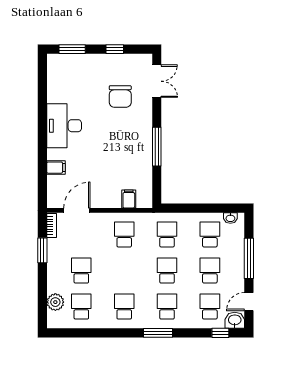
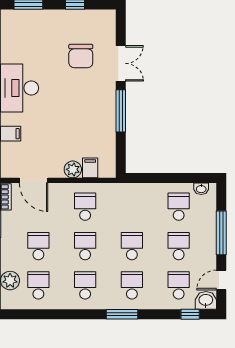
double door: (157, 81) -> (121, 63), moved
plant: (113, 200) -> (73, 169), added
door: (77, 210) -> (34, 180), swing flipped
school desk: (167, 234) -> (85, 246), moved

